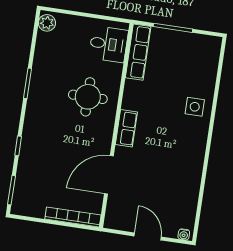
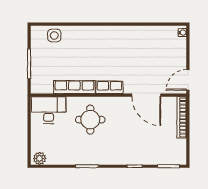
desk: (108, 44) -> (49, 110), width x1.37
row of seats: (138, 52) -> (74, 87), moved
side table: (195, 107) -> (54, 35), moved
door: (148, 236) -> (188, 80), moved

